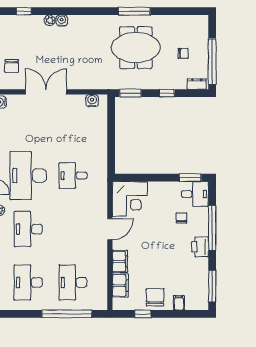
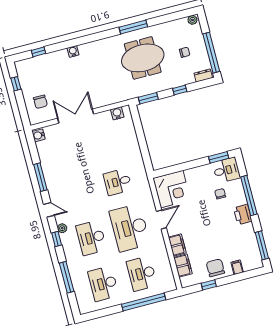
plant: (50, 20) -> (192, 20), moved
desk: (28, 176) -> (130, 228), moved

